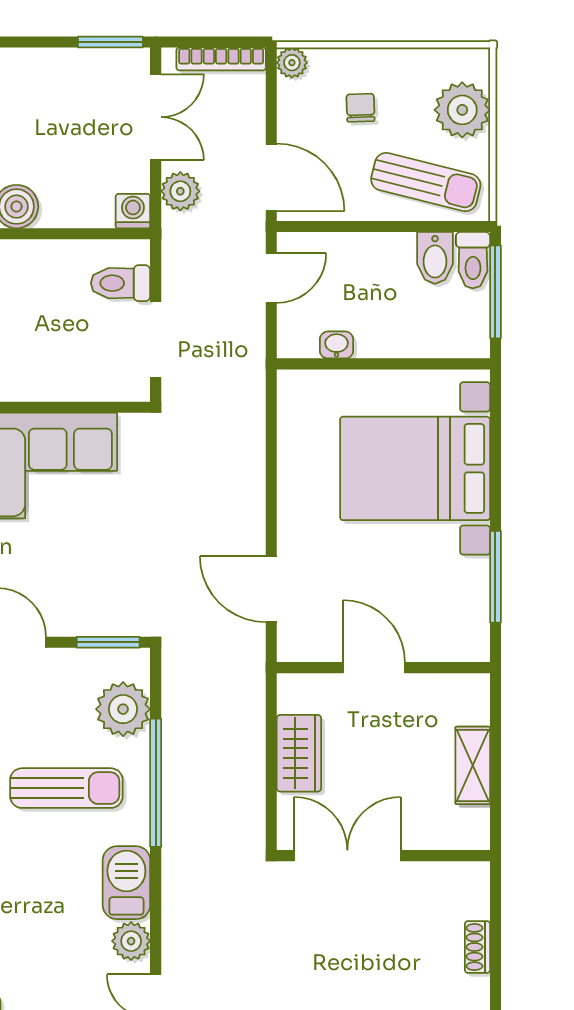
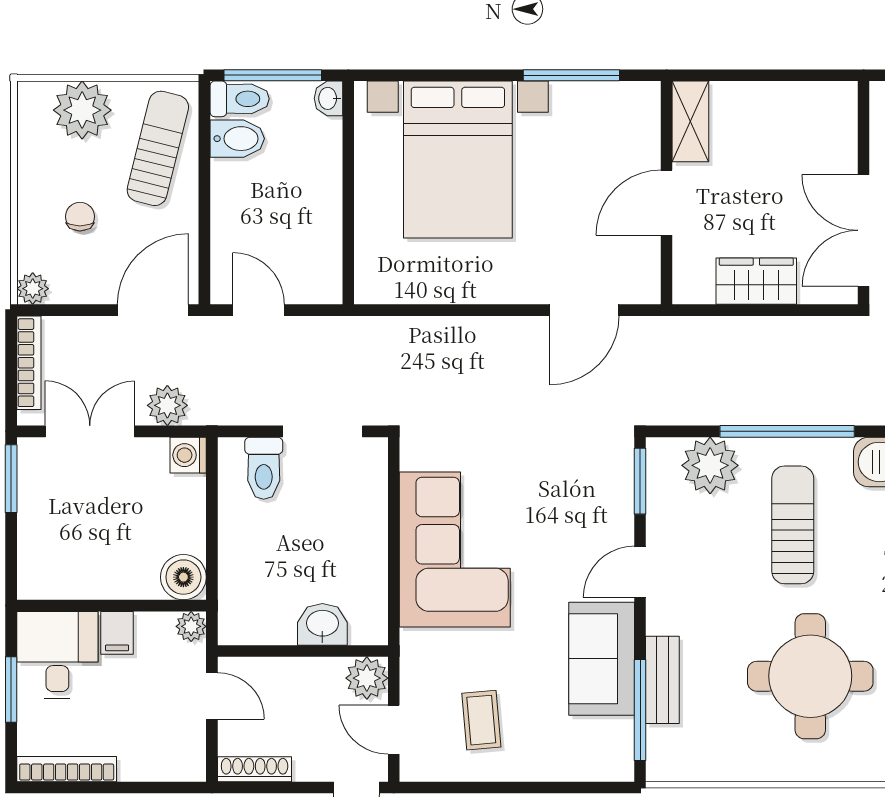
chair: (361, 108) -> (80, 217), turned 92
washbasin: (337, 345) -> (328, 98), moved
shelving: (473, 765) -> (690, 121), moved, turned 90

